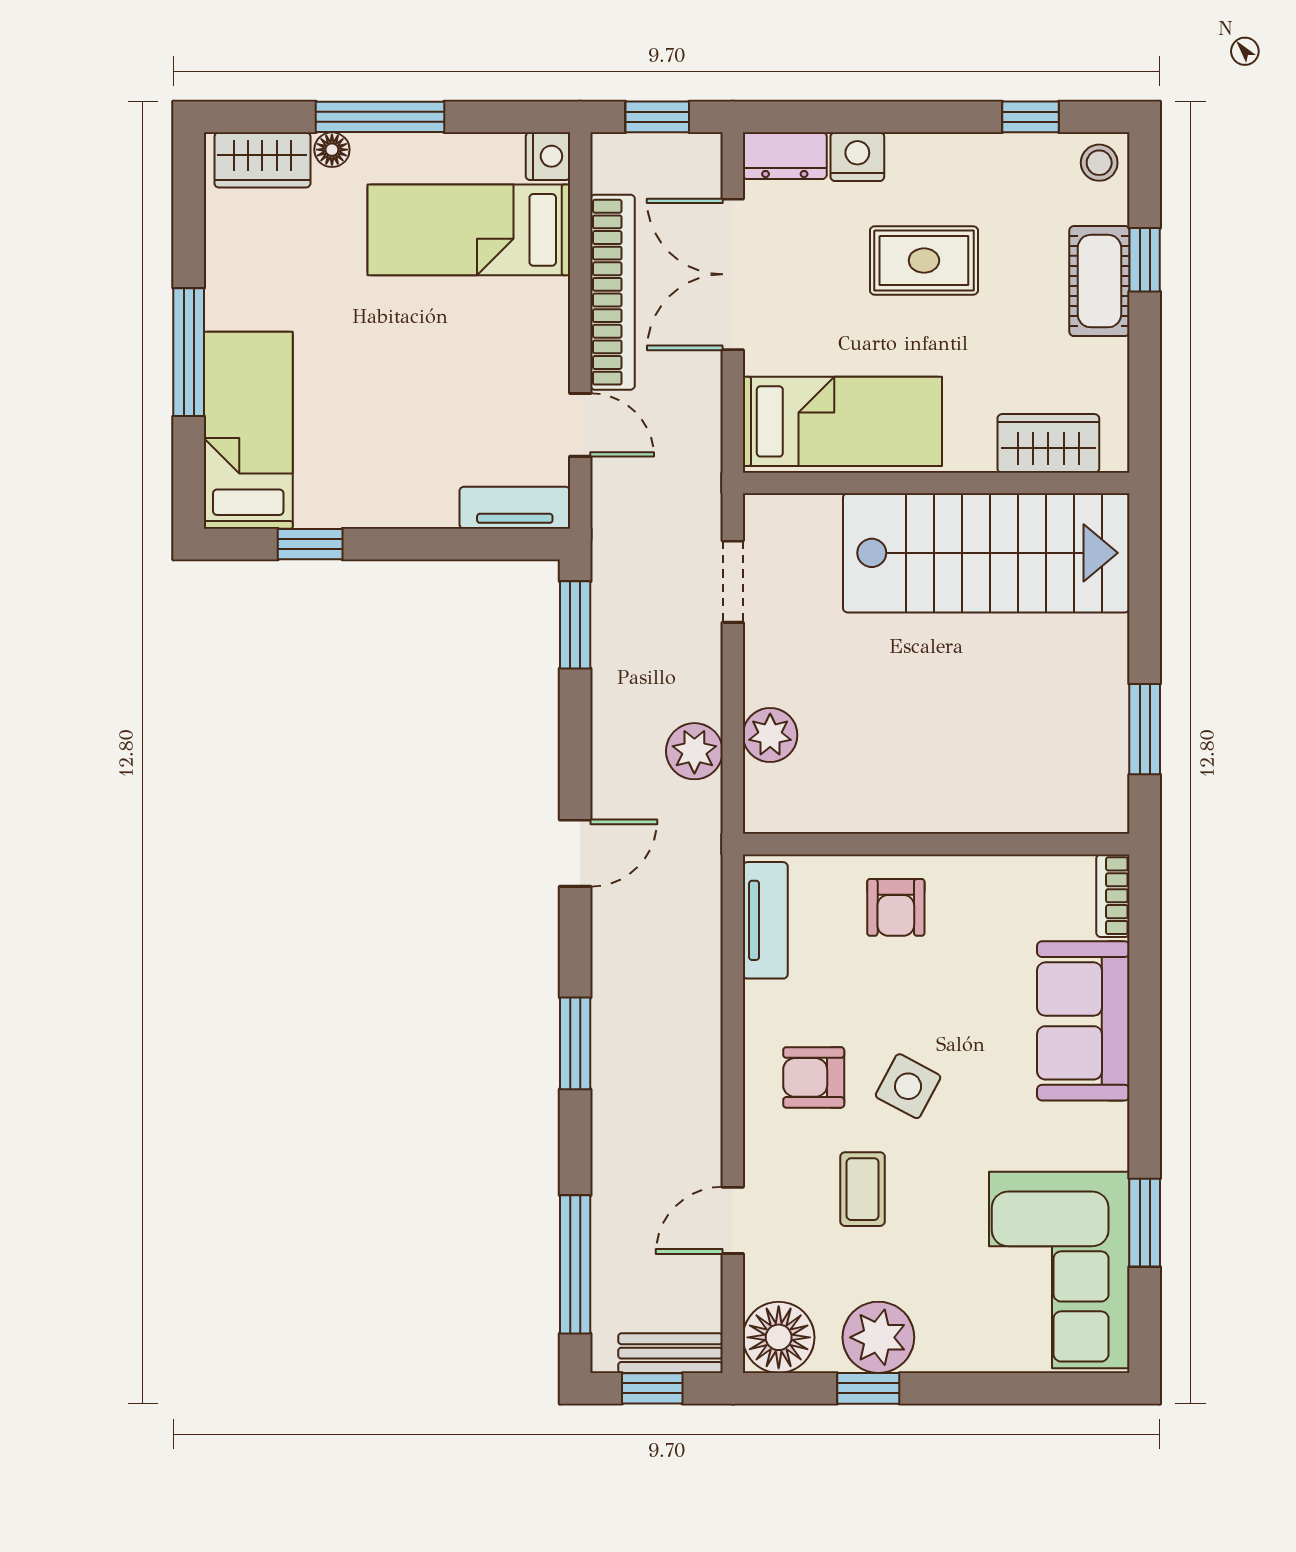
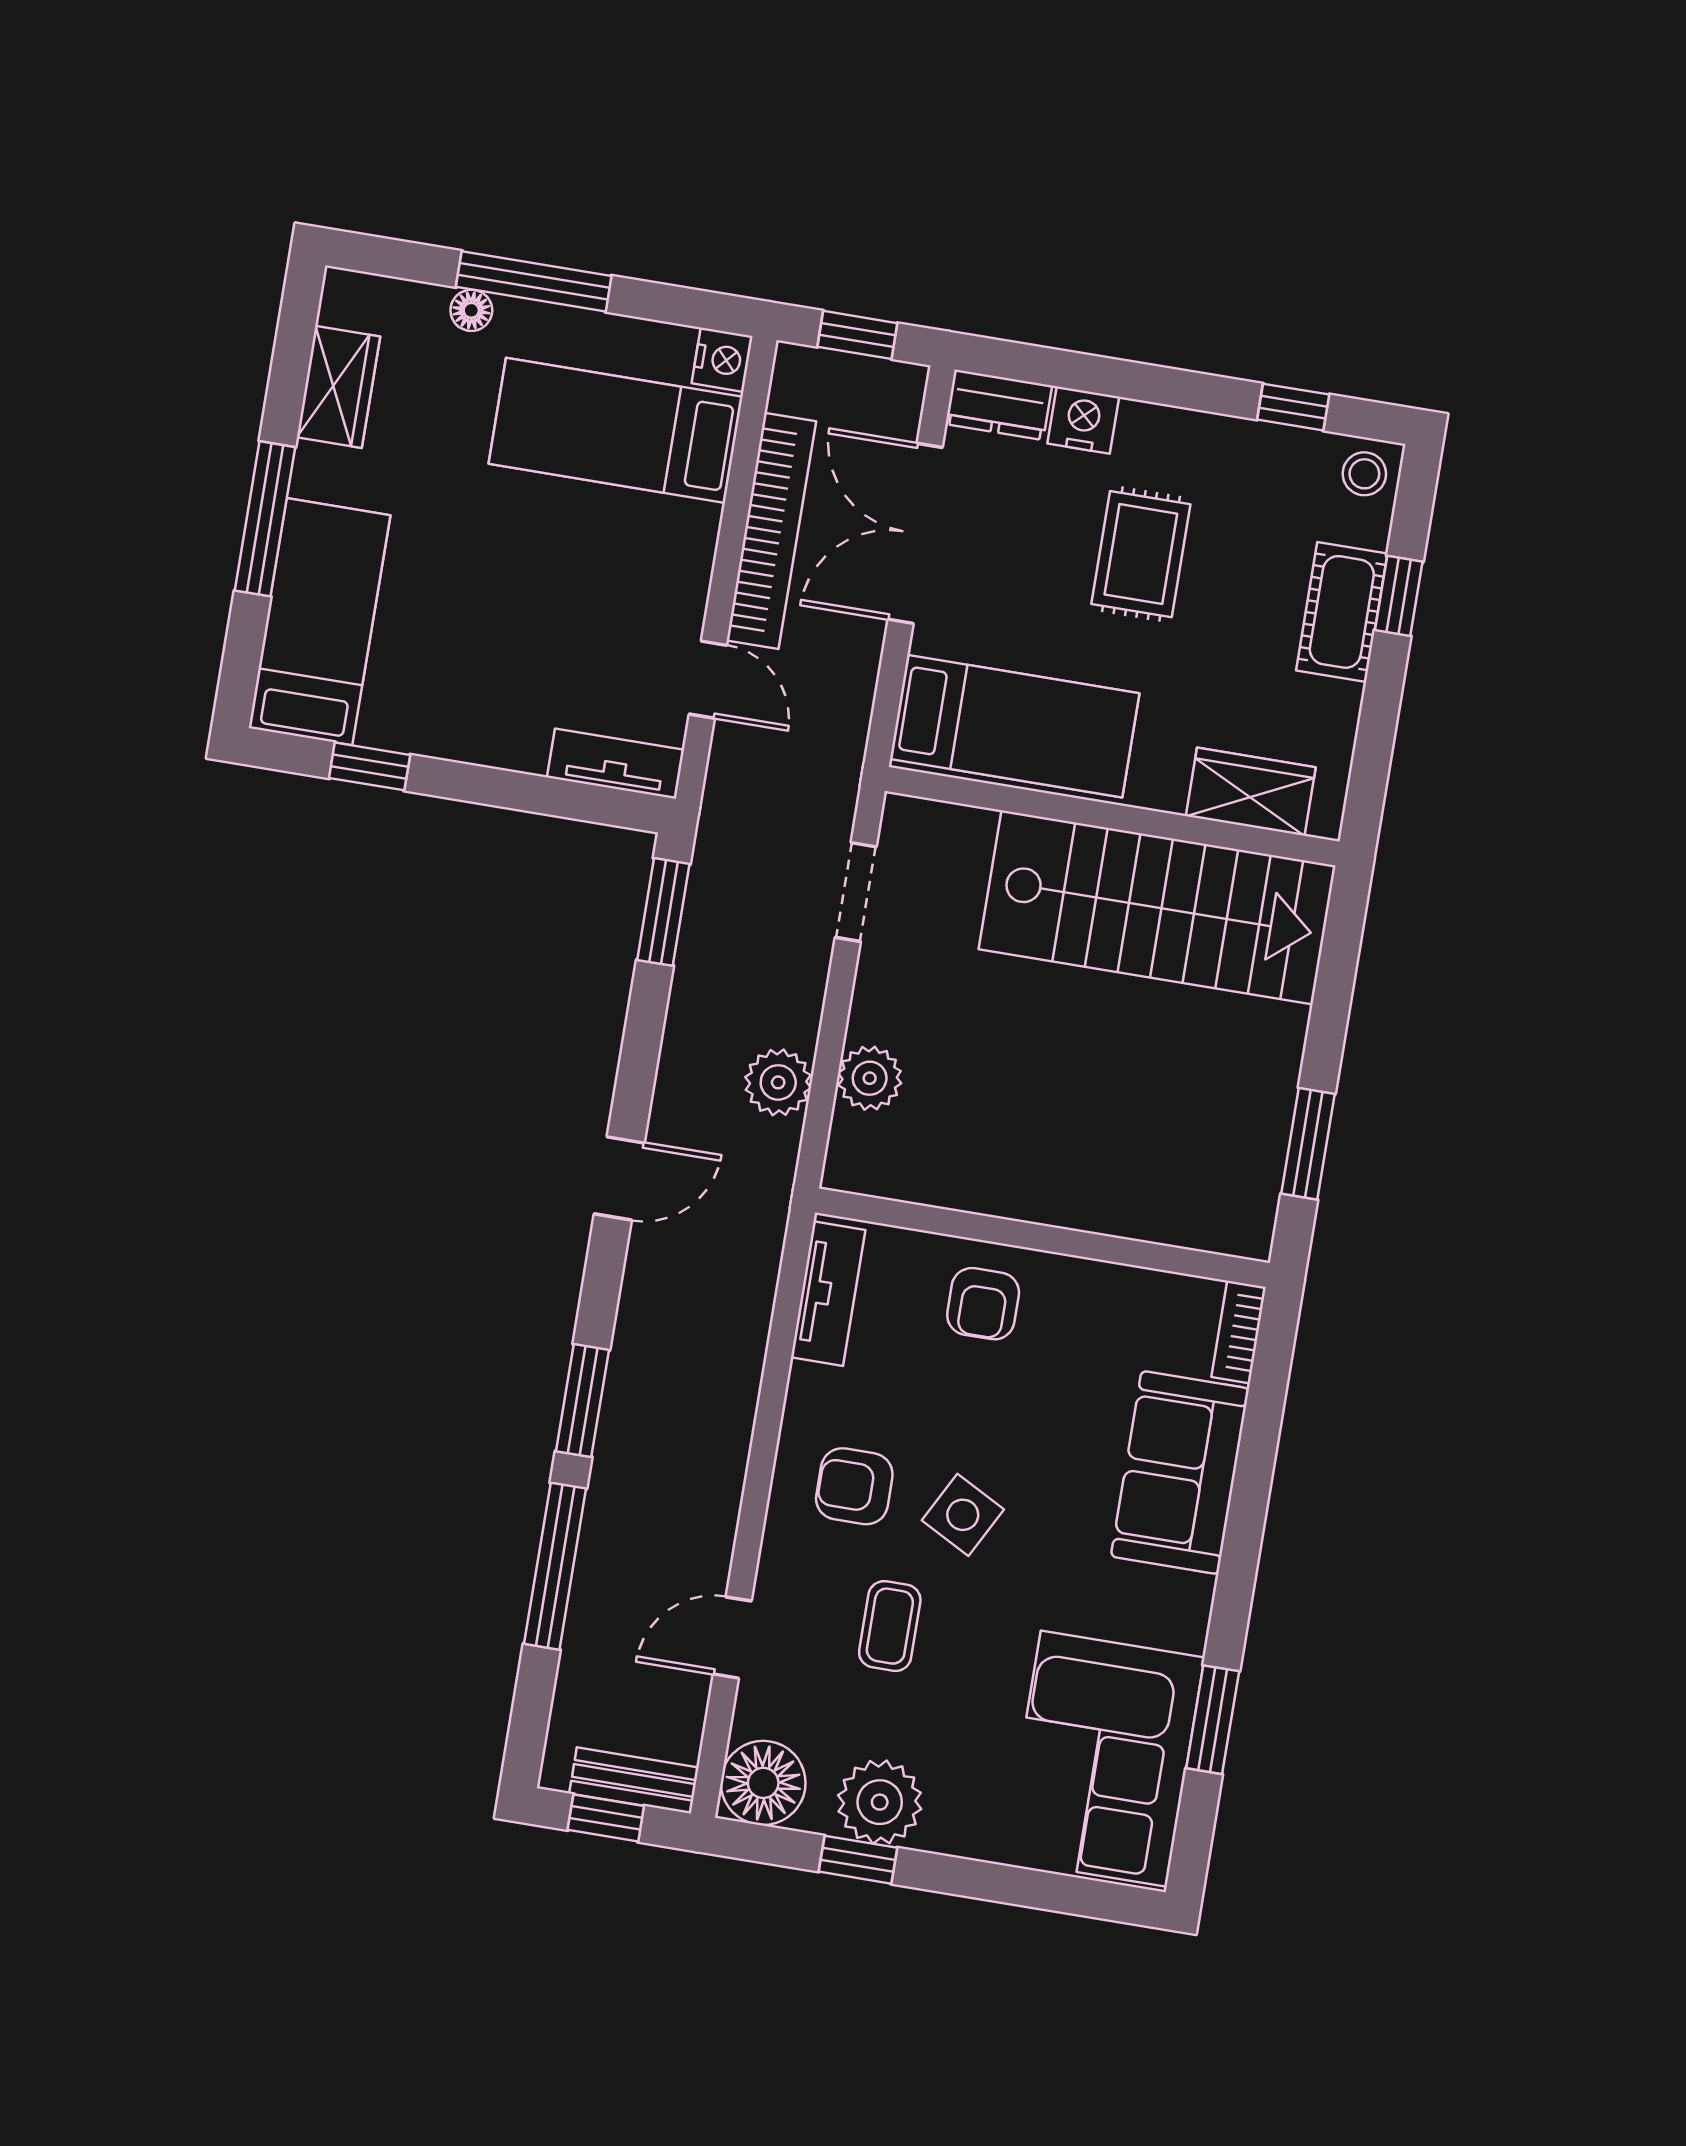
wardrobe: (262, 160) -> (338, 387), moved, turned -90
rug: (924, 261) -> (1141, 554), turned 90
window: (575, 1264) -> (555, 1566), moved

